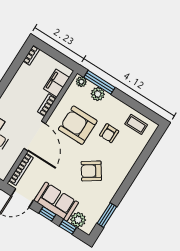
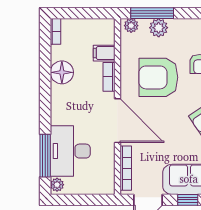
floor lamp: (19, 83) -> (62, 72), added
filing cabinet: (57, 83) -> (104, 53), width x0.50

